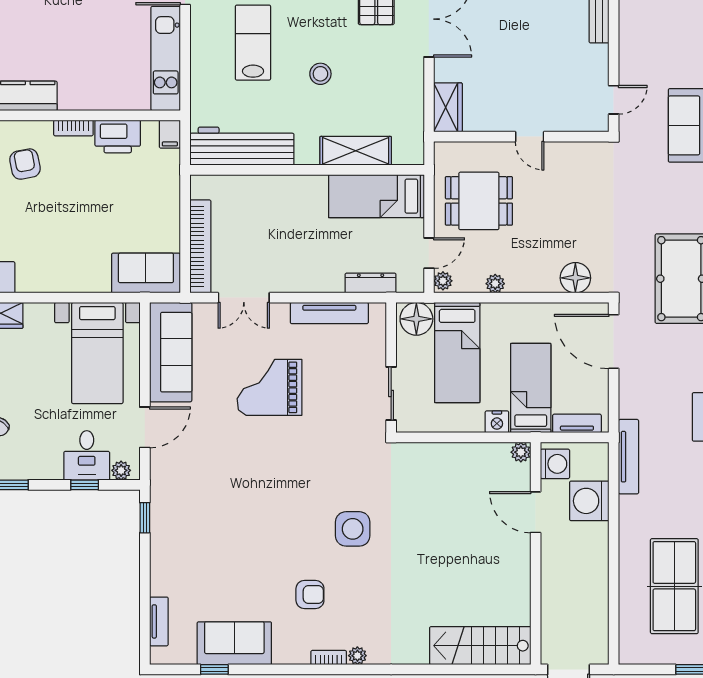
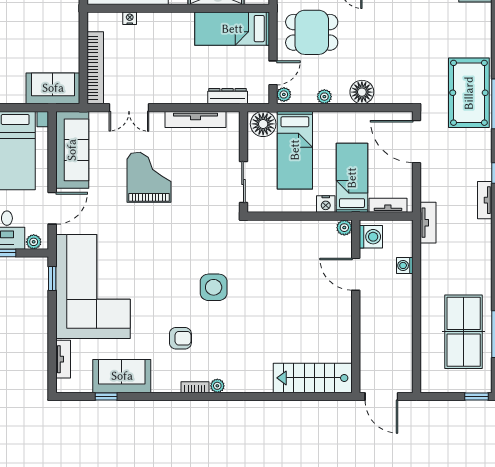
nightstand: (245, 183) -> (130, 18), added
floor lamp: (575, 278) -> (362, 92), moved
grand piano: (269, 387) -> (149, 177), turned 90
tv unit: (629, 457) -> (428, 223), width x0.71
washing machine: (589, 501) -> (405, 265), width x0.53, depth x0.53
corner sofa: (197, 528) -> (93, 287), added

